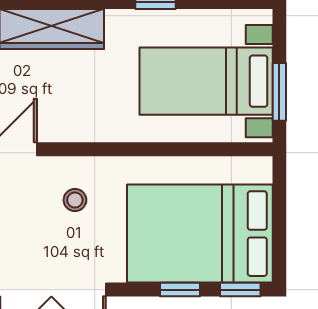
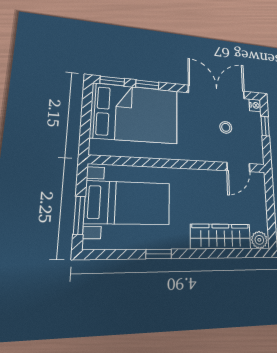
window: (279, 92) -> (79, 215), moved
stool: (75, 200) -> (226, 127), moved

